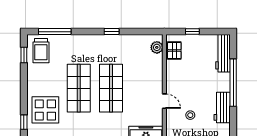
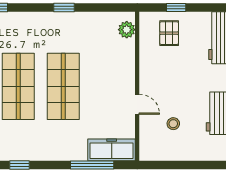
pallet: (174, 51) -> (169, 33), moved

